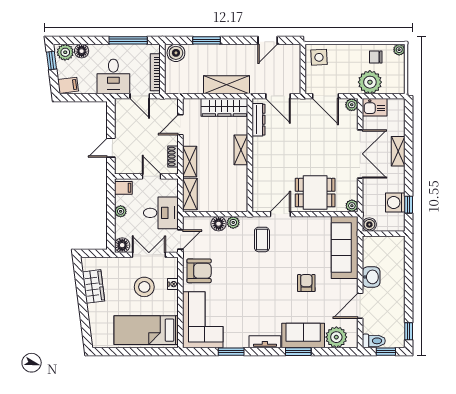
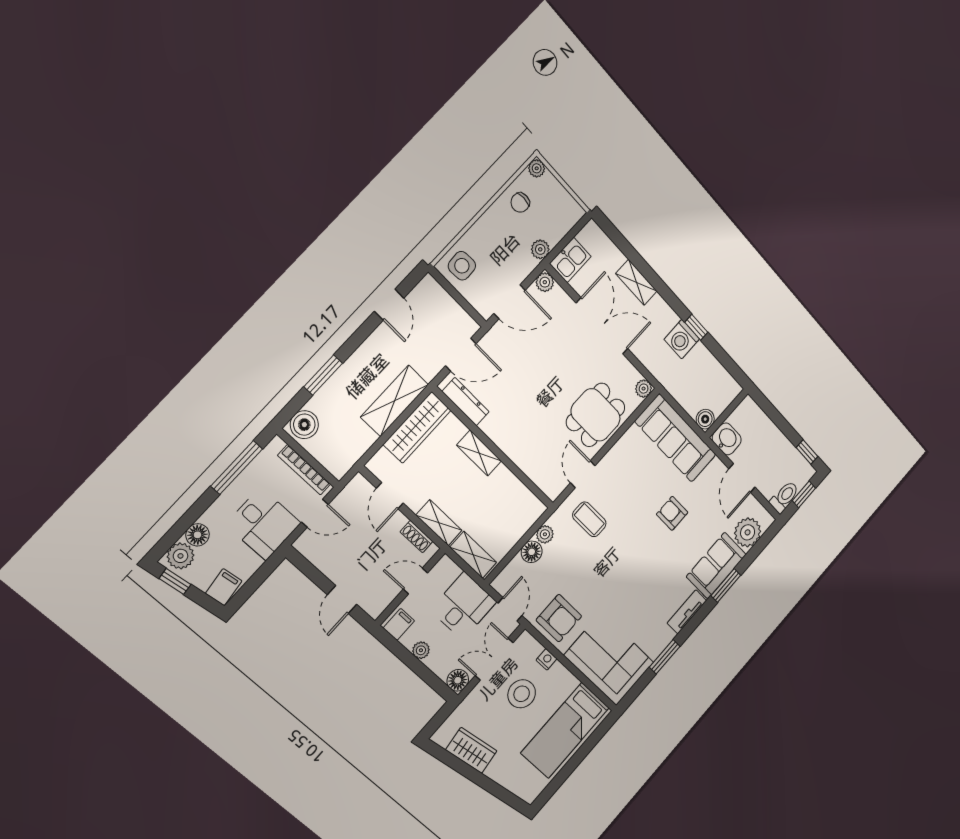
plant: (370, 82) -> (540, 249), width x0.53, depth x0.53
boiler: (369, 225) -> (705, 419), moved
wall: (384, 234) -> (727, 413), moved
armchair: (199, 271) -> (559, 618), turned 90

